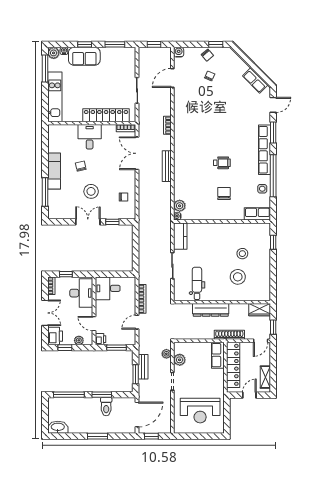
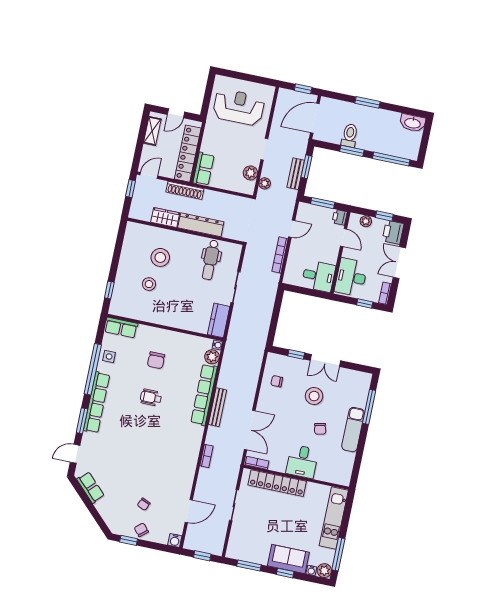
row of seats: (180, 174) -> (204, 395), added
wardrobe: (260, 310) -> (165, 218), moved

